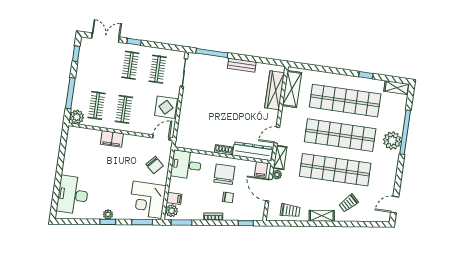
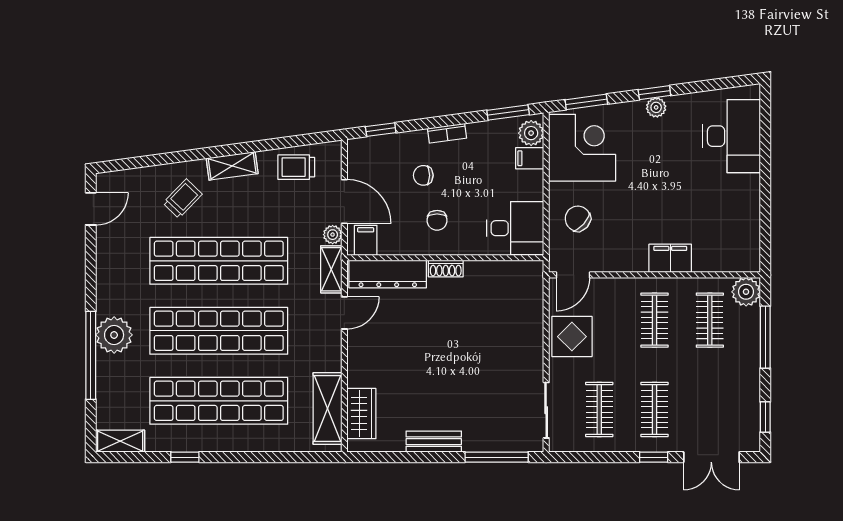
wardrobe: (275, 90) -> (361, 414), width x0.67
chair: (224, 174) -> (437, 220), width x0.54, depth x0.54

